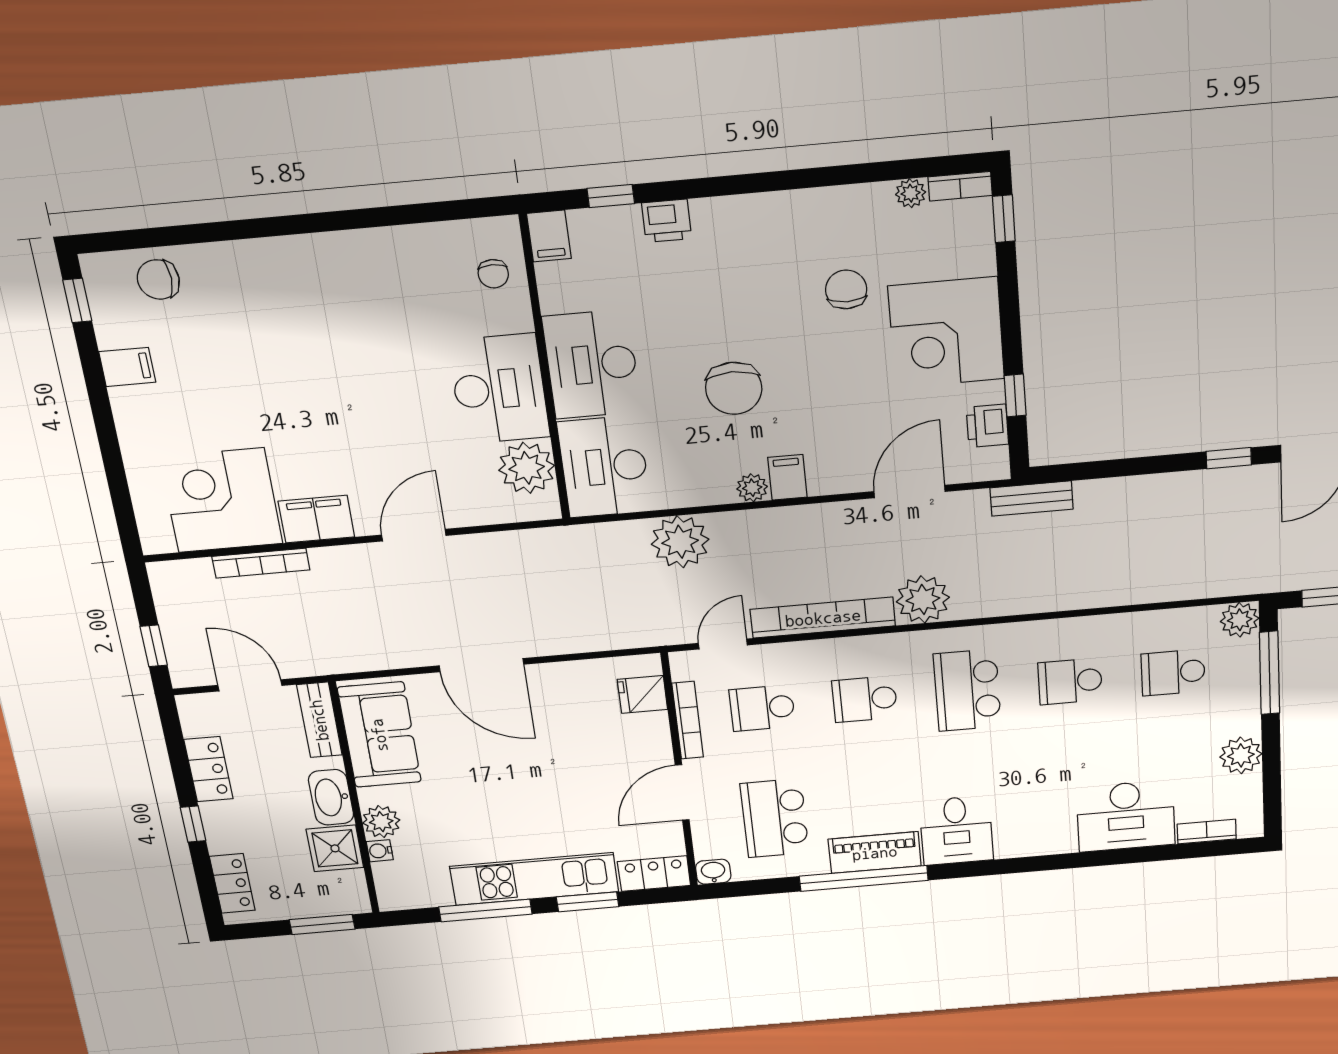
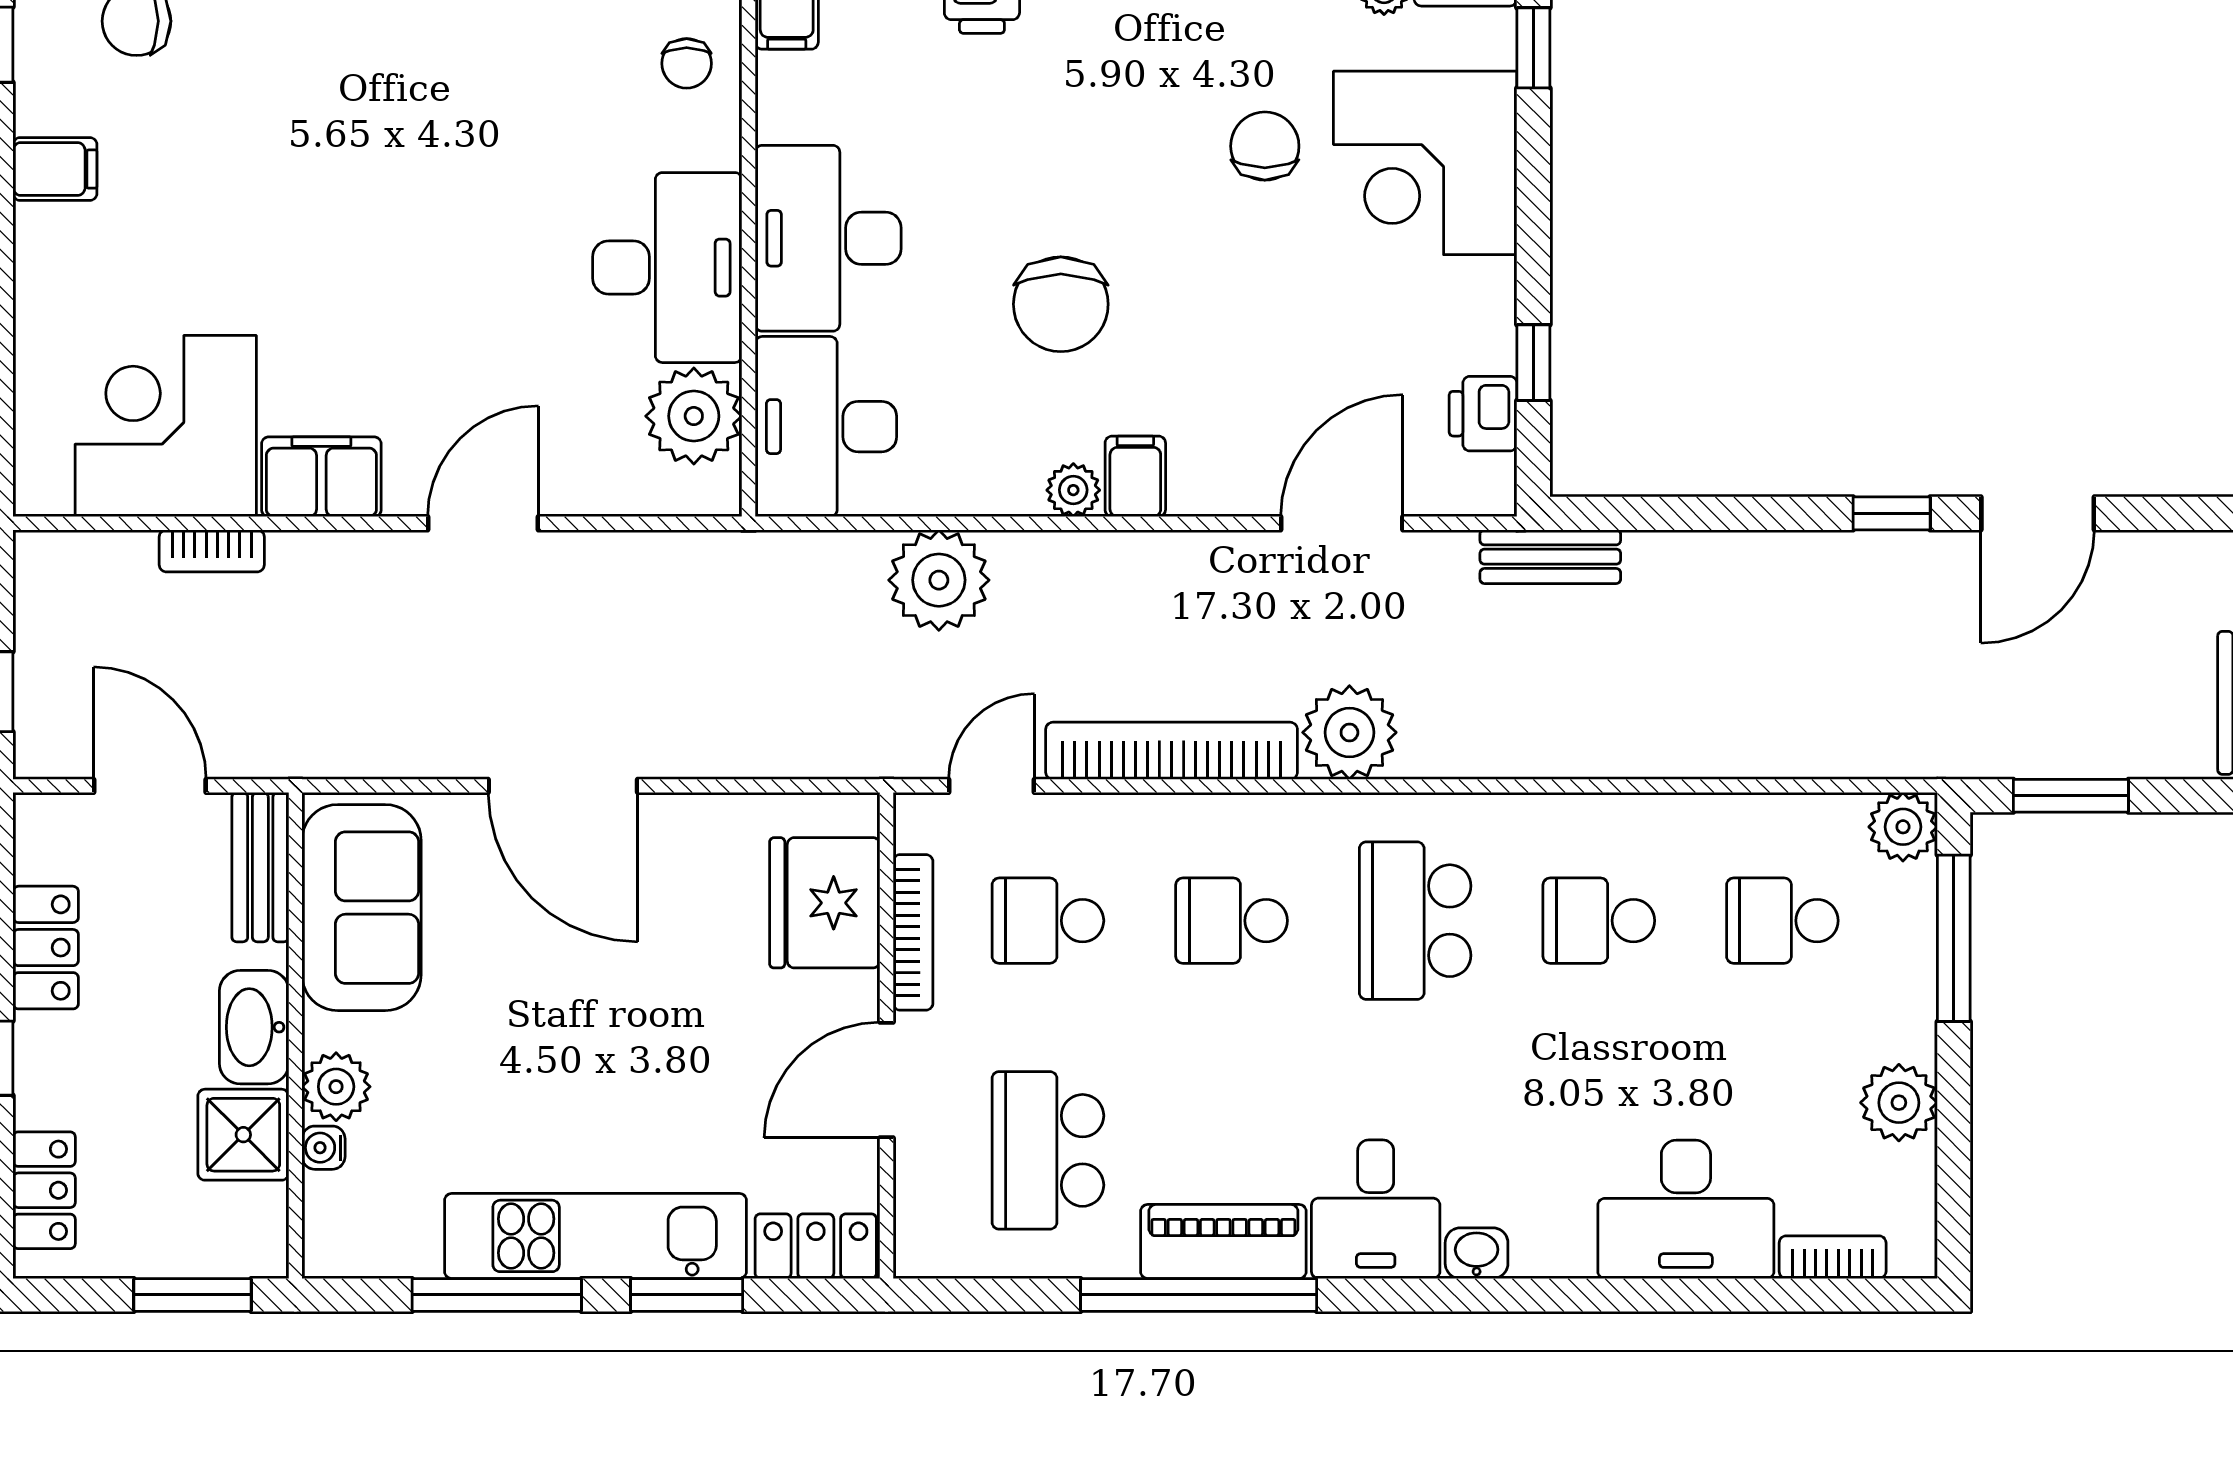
corner desk: (946, 333) -> (1425, 163), moved
bookcase: (261, 563) -> (212, 551), width x0.64
fridge: (642, 694) -> (825, 903), width x1.88, depth x1.34
washbasin: (713, 872) -> (1477, 1253), moved

